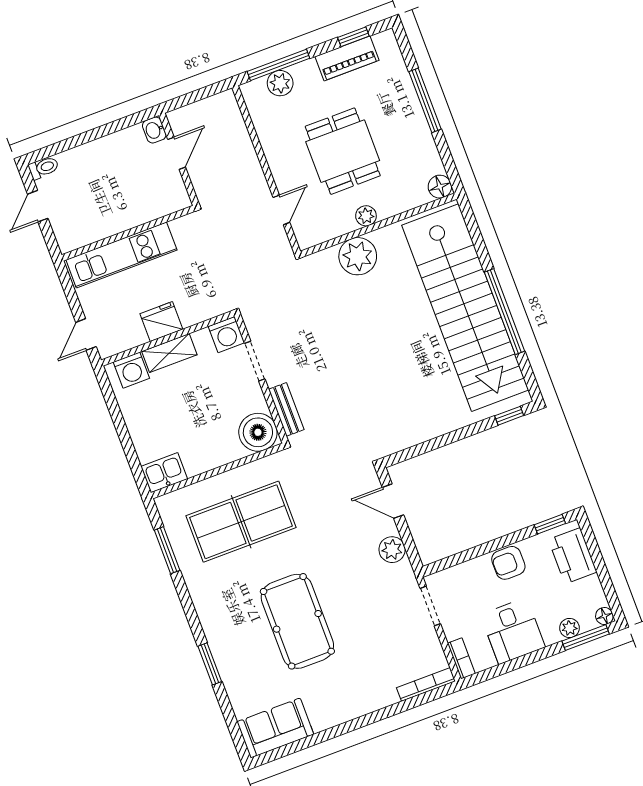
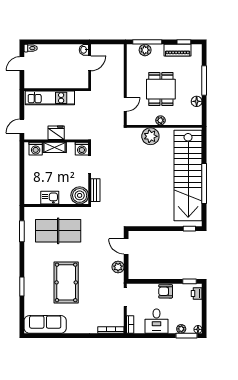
floor lamp: (440, 187) -> (197, 101), moved
kitchen sink: (164, 473) -> (50, 198), moved
printer: (573, 556) -> (197, 293), width x0.53, depth x0.68
sofa: (275, 728) -> (45, 324), width x1.36

